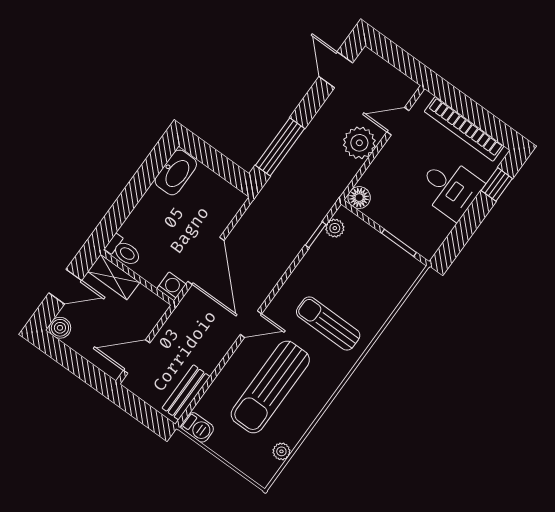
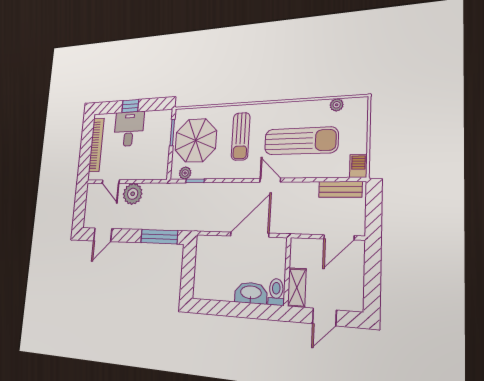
washbasin: (176, 172) -> (251, 293), moved
window: (497, 184) -> (130, 106), moved
floor lamp: (359, 198) -> (161, 172), removed
parasol: (366, 266) -> (196, 140), added
washing machine: (171, 286) -> (279, 245), removed
door: (65, 287) -> (324, 317), swing flipped
boiler: (60, 328) -> (355, 303), removed
door: (137, 357) -> (339, 237), hinge flipped

